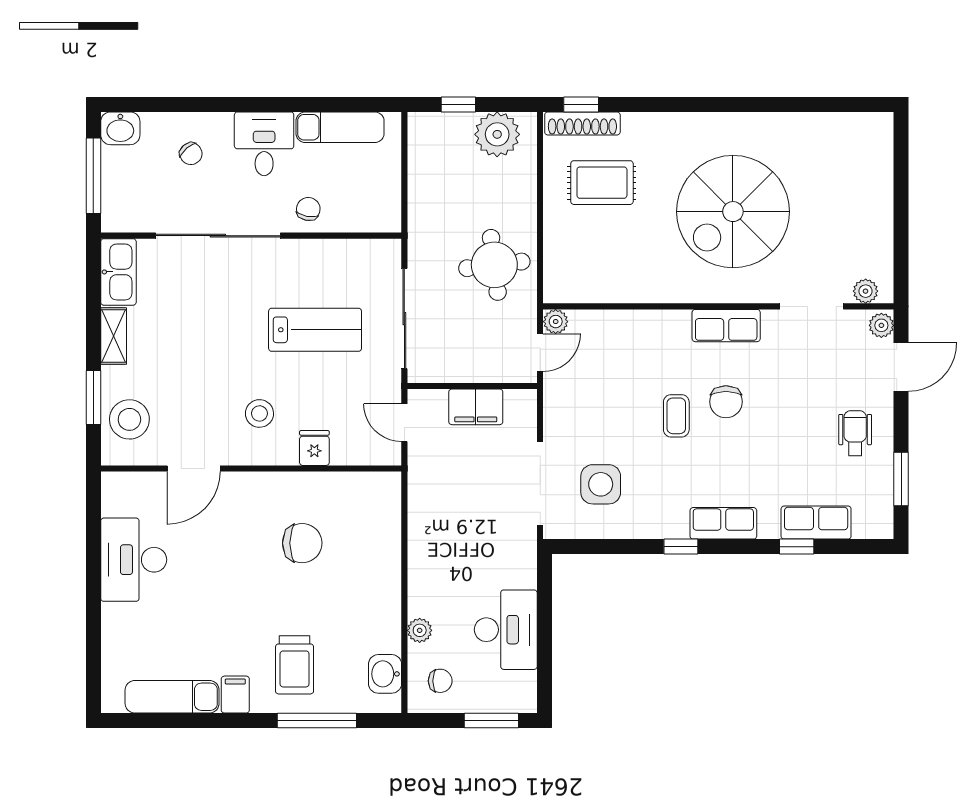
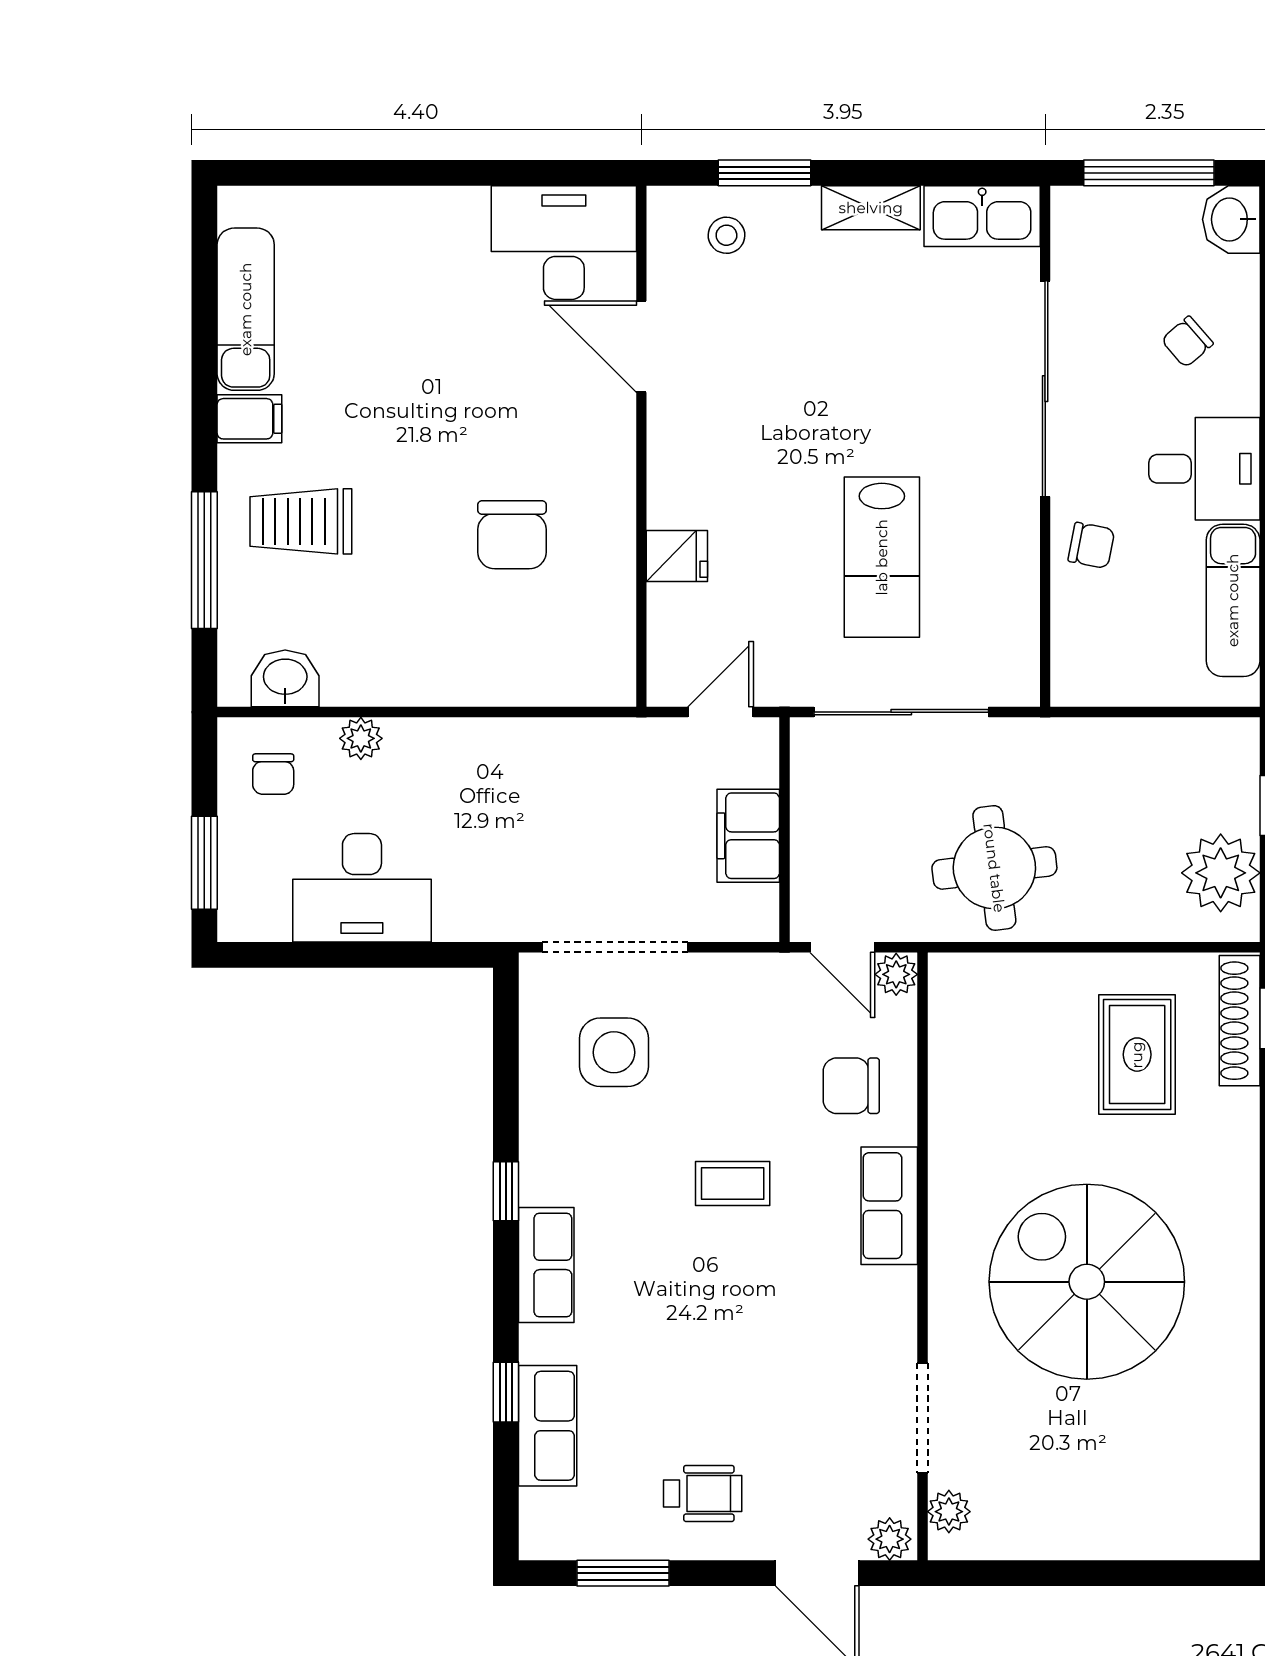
row of seats: (726, 326) -> (889, 1206), moved
chair: (726, 402) -> (851, 1086), moved
stool: (259, 413) -> (737, 461), removed
stool: (129, 419) -> (726, 235), width x0.53, depth x0.53
desk: (134, 560) -> (564, 243), moved

